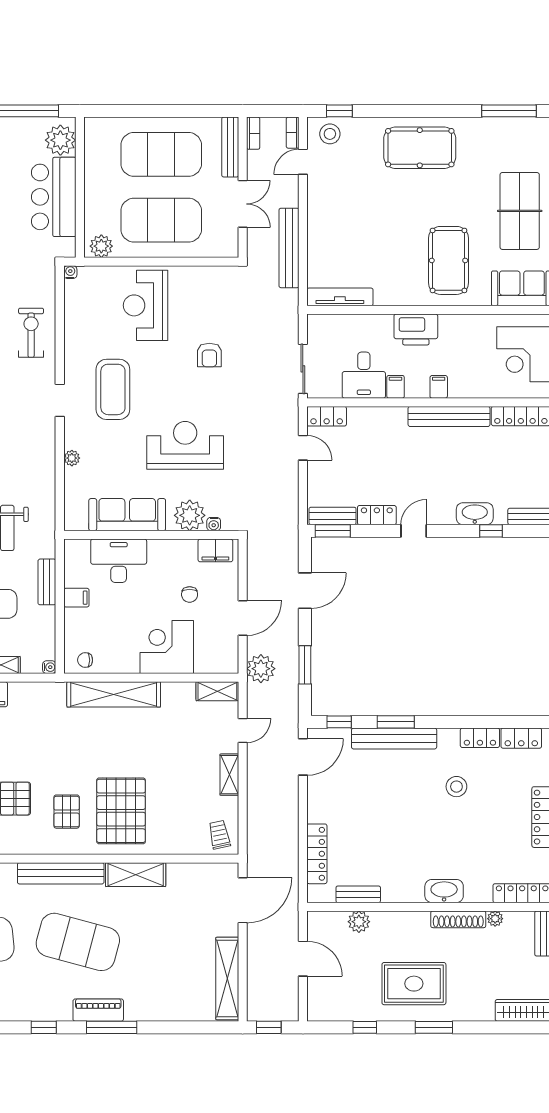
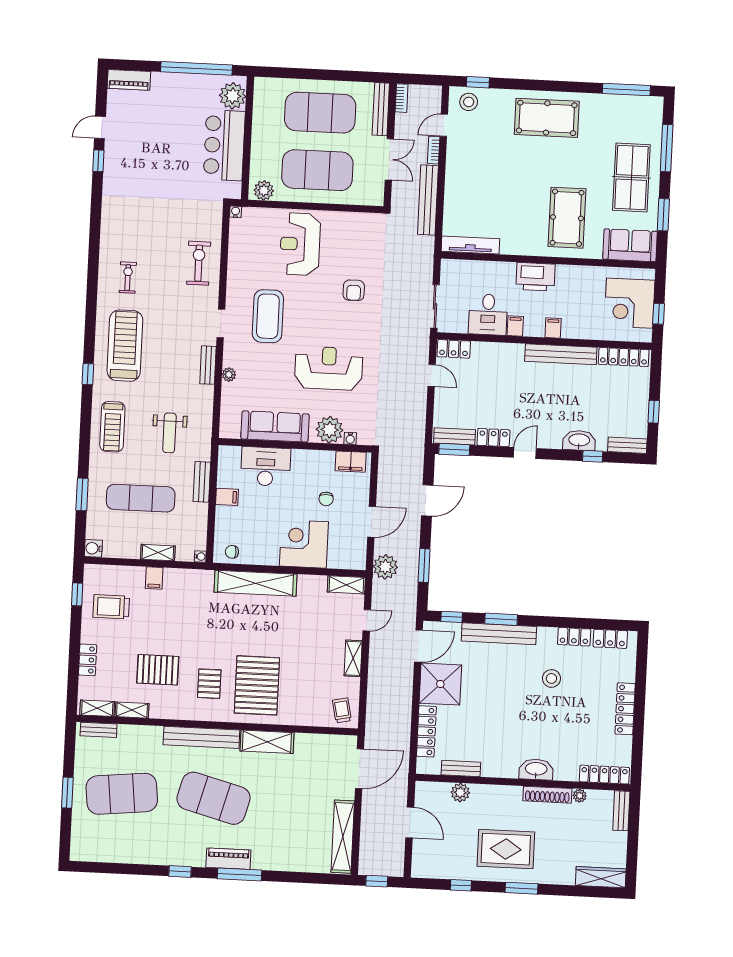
bookcase: (293, 133) -> (434, 150), moved
bench: (47, 448) -> (208, 365), added
shower: (330, 799) -> (440, 684), added

